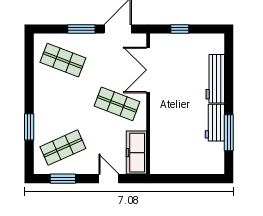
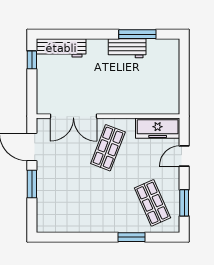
window: (180, 29) -> (32, 60), moved
shop shelf: (63, 60) -> (63, 203), removed
workbench: (215, 79) -> (61, 48), moved

